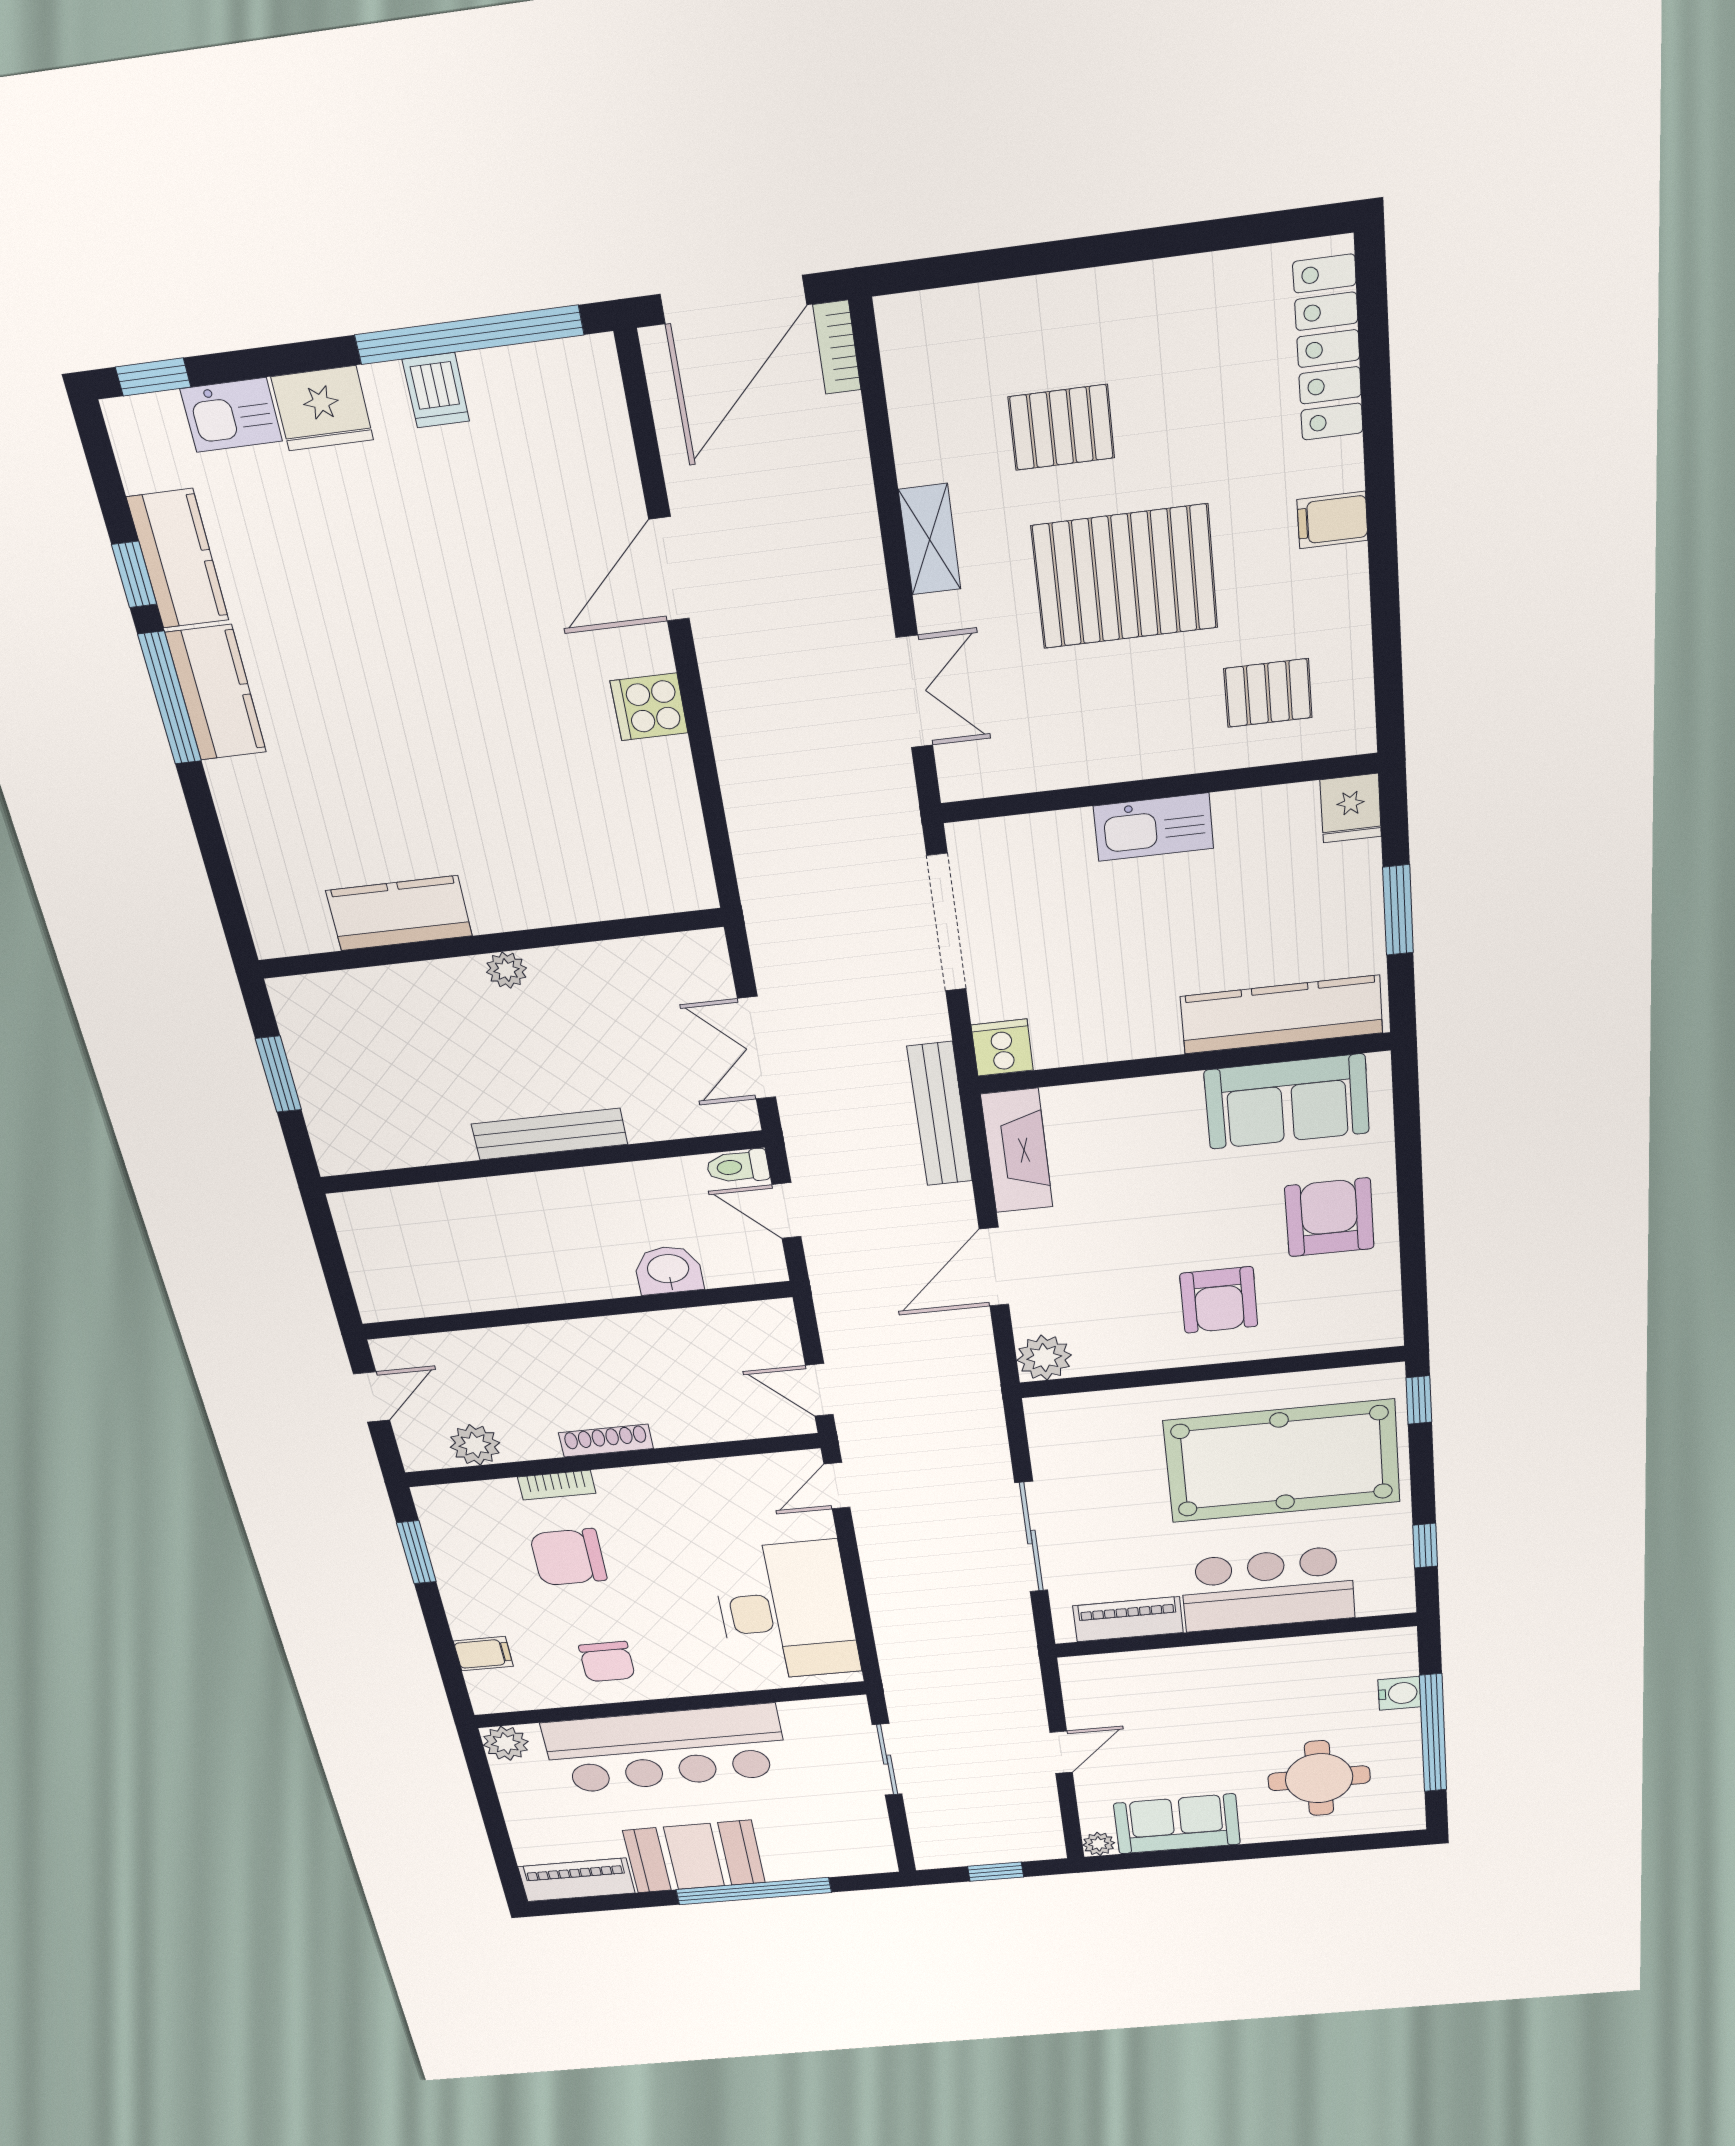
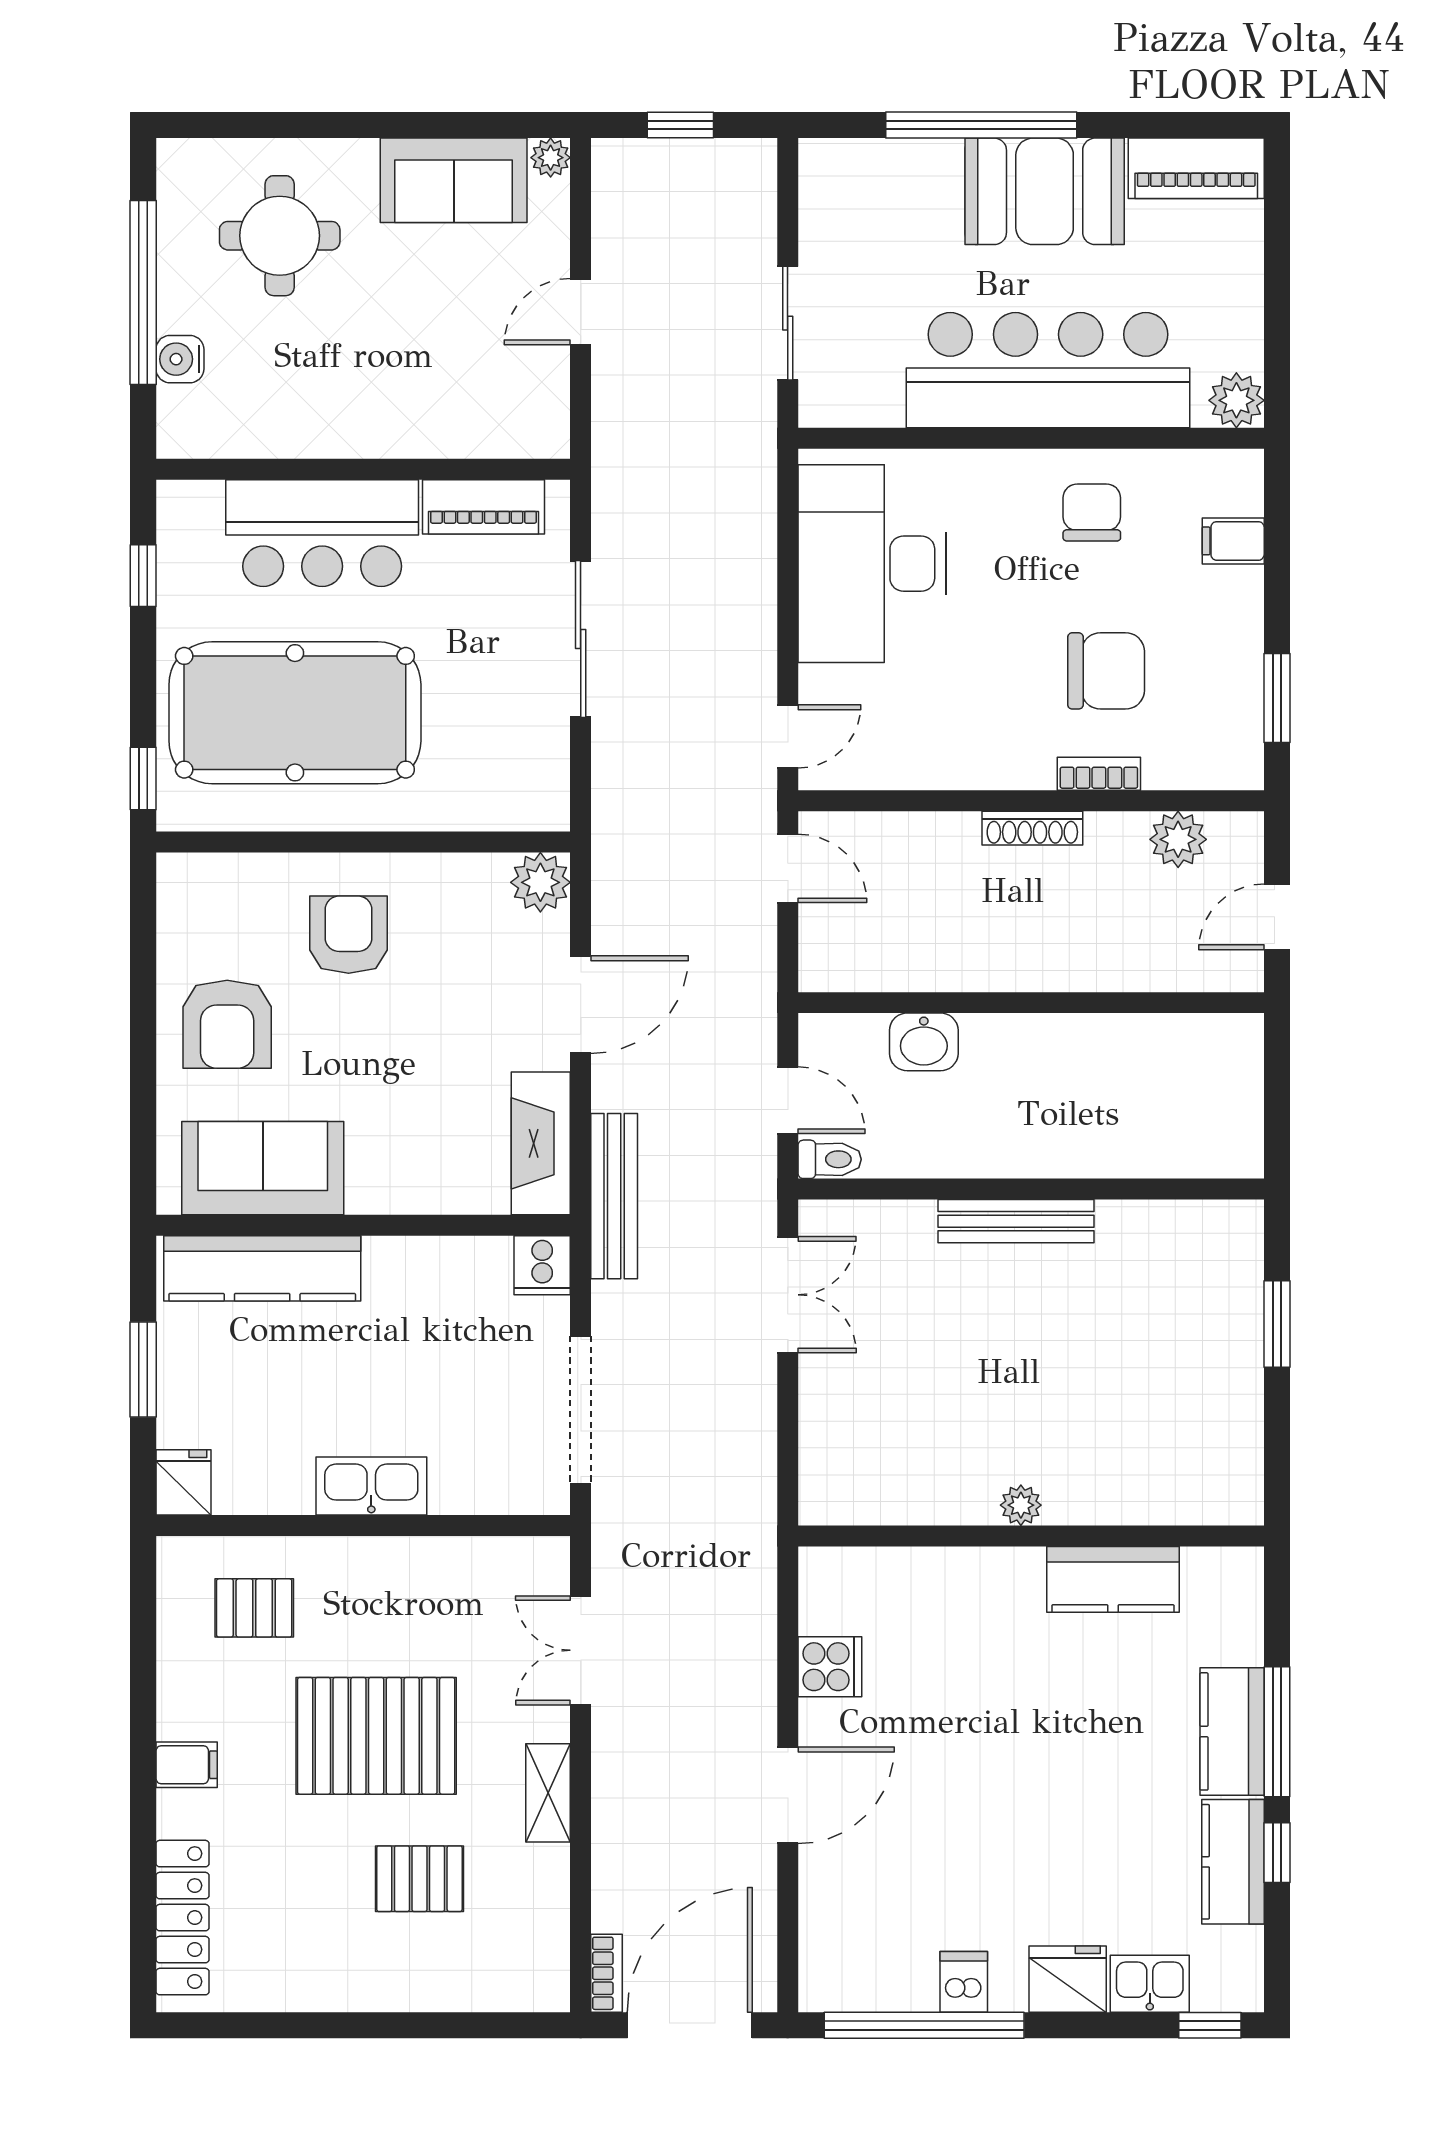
kitchen counter: (399, 913) -> (1113, 1579), moved
wall: (490, 944) -> (1031, 1536), moved
plant: (506, 970) -> (1021, 1505), moved

